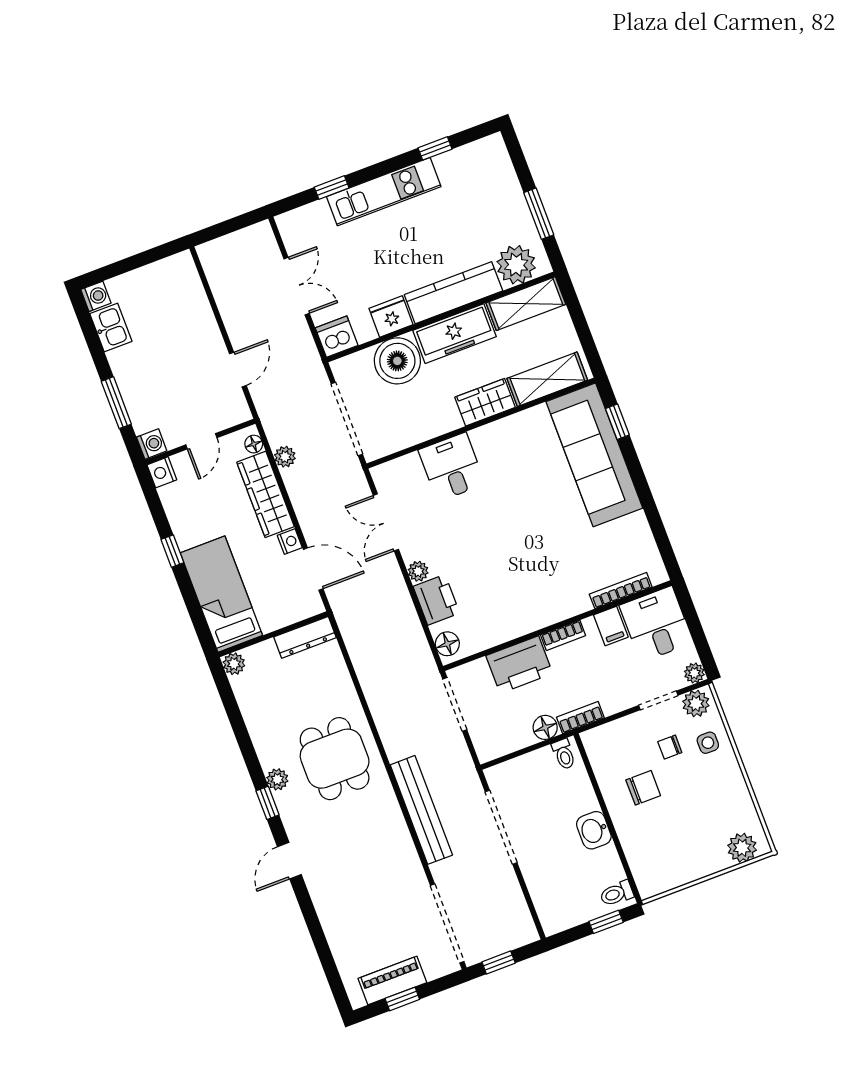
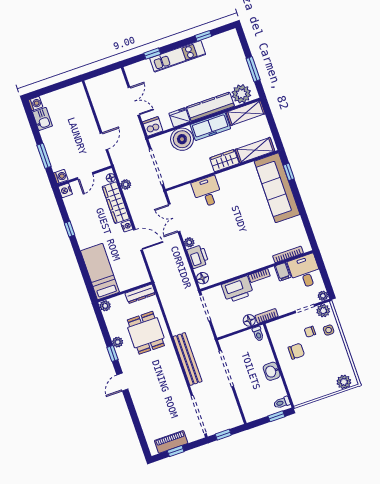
bed: (221, 594) -> (100, 272), moved
wall: (273, 634) -> (125, 292), moved
dresser: (305, 637) -> (140, 294), moved
plant: (234, 664) -> (105, 306), moved

